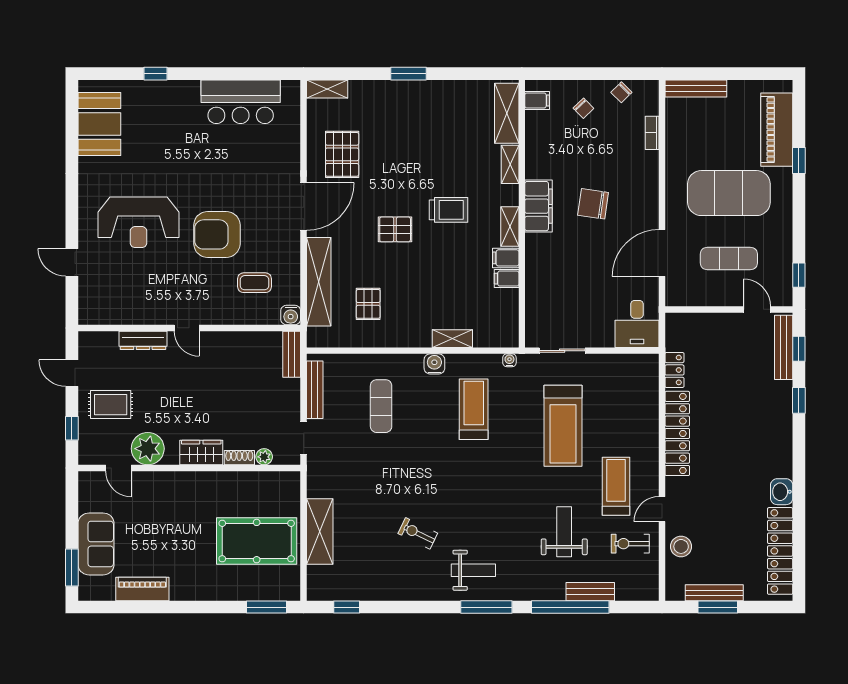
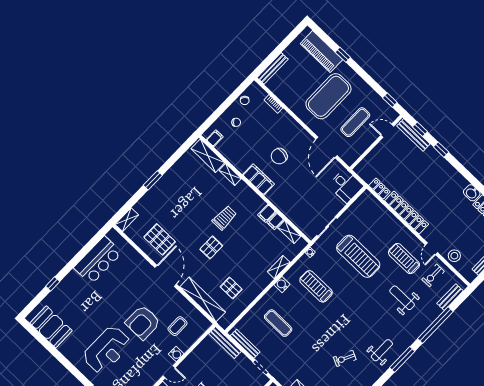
shelving: (510, 227) -> (289, 232), moved
water cooler: (291, 315) -> (176, 354), moved
bench: (292, 354) -> (225, 343), width x1.36
bench: (590, 592) -> (450, 297), moved

